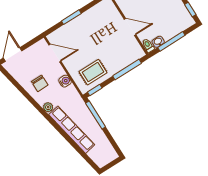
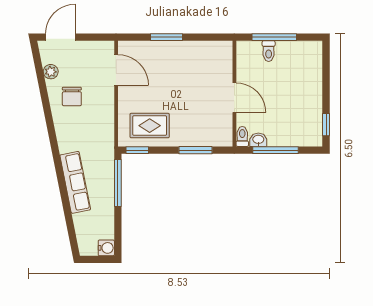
window: (127, 70) -> (196, 150), width x0.69
water cooler: (65, 81) -> (106, 248), moved
plant: (48, 107) -> (51, 72), moved
row of seats: (72, 130) -> (75, 182), width x0.73

